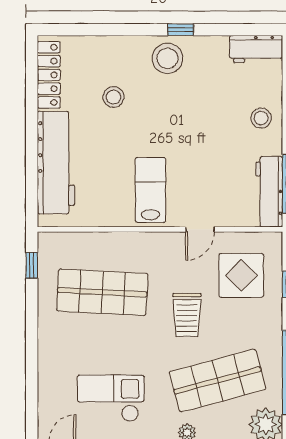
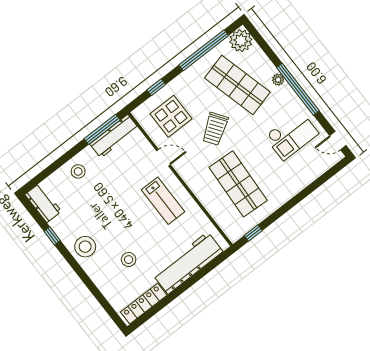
window: (181, 30) -> (52, 236), moved
lab bench: (150, 190) -> (163, 201), turned -90
trolley: (187, 315) -> (215, 129), turned 145
checkout: (111, 398) -> (292, 135), turned -90

